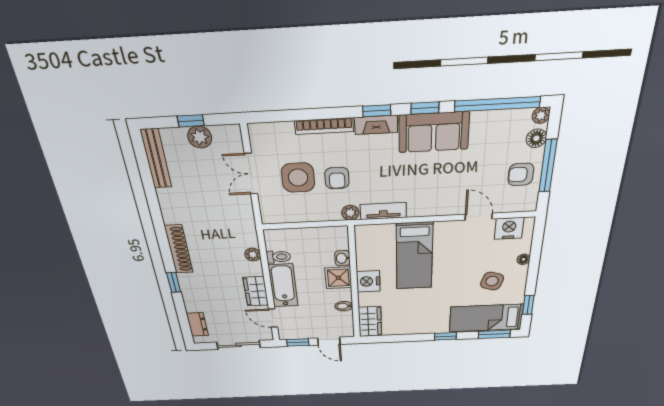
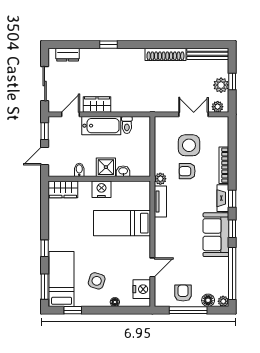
shoe rack: (179, 249) -> (165, 54), moved
plant: (253, 255) -> (218, 107), moved

